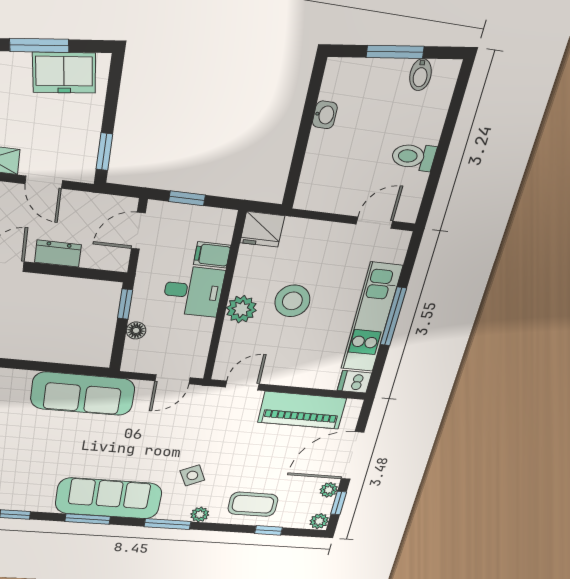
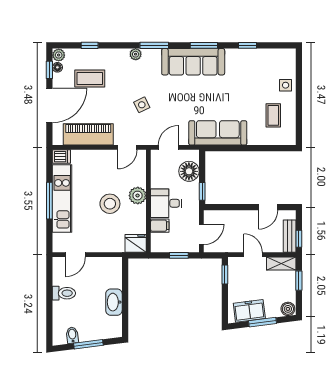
washbasin: (325, 115) -> (114, 302), width x1.91, depth x1.45
dresser: (58, 254) -> (242, 217), removed
floor lamp: (136, 330) -> (189, 171), width x1.89, depth x1.89
side table: (192, 475) -> (142, 105), moved
plant: (329, 490) -> (58, 79), removed
coffee table: (253, 504) -> (90, 78), moved
floor lamp: (325, 505) -> (57, 67), added

